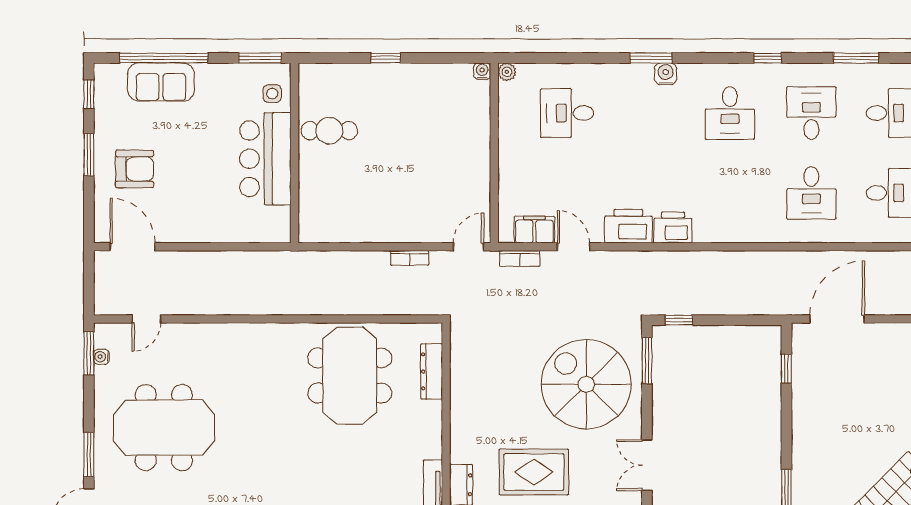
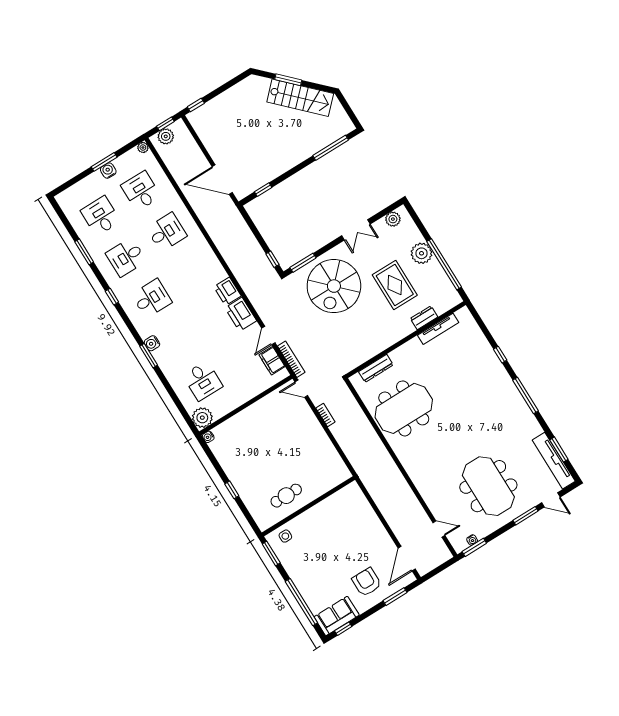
plant: (507, 72) -> (202, 418), width x1.87, depth x1.87
sofa: (161, 82) -> (337, 616), moved, turned -90
cafe table: (329, 131) -> (286, 496), turned 90
window: (89, 155) -> (395, 597), moved
bar counter: (265, 159) -> (321, 519), removed
bookcase: (520, 258) -> (291, 359), width x1.56

